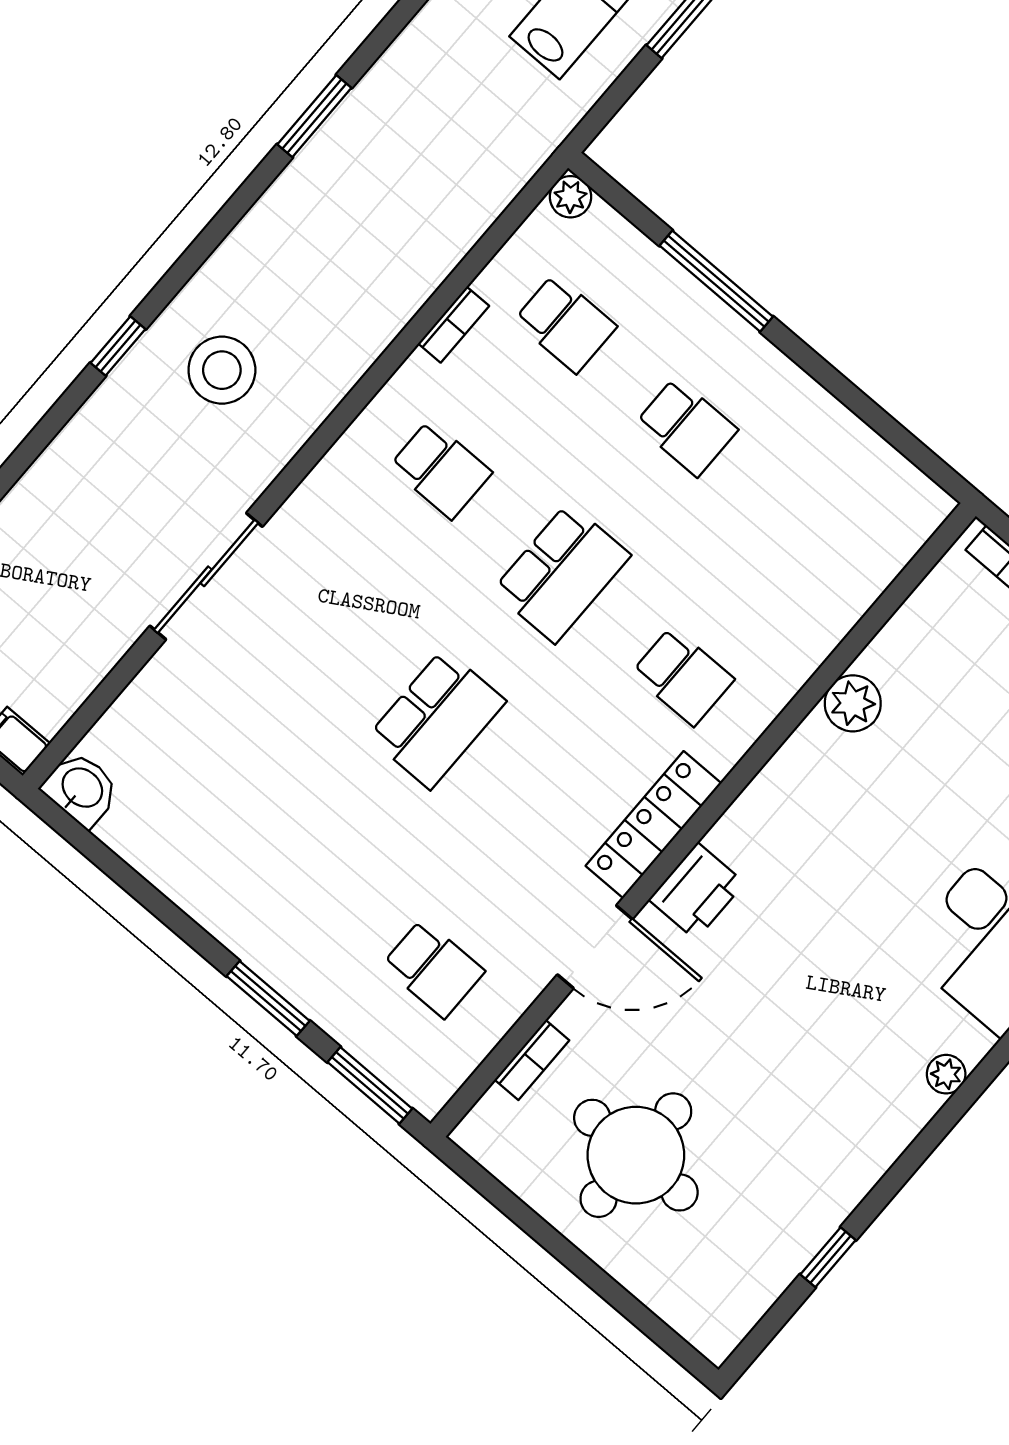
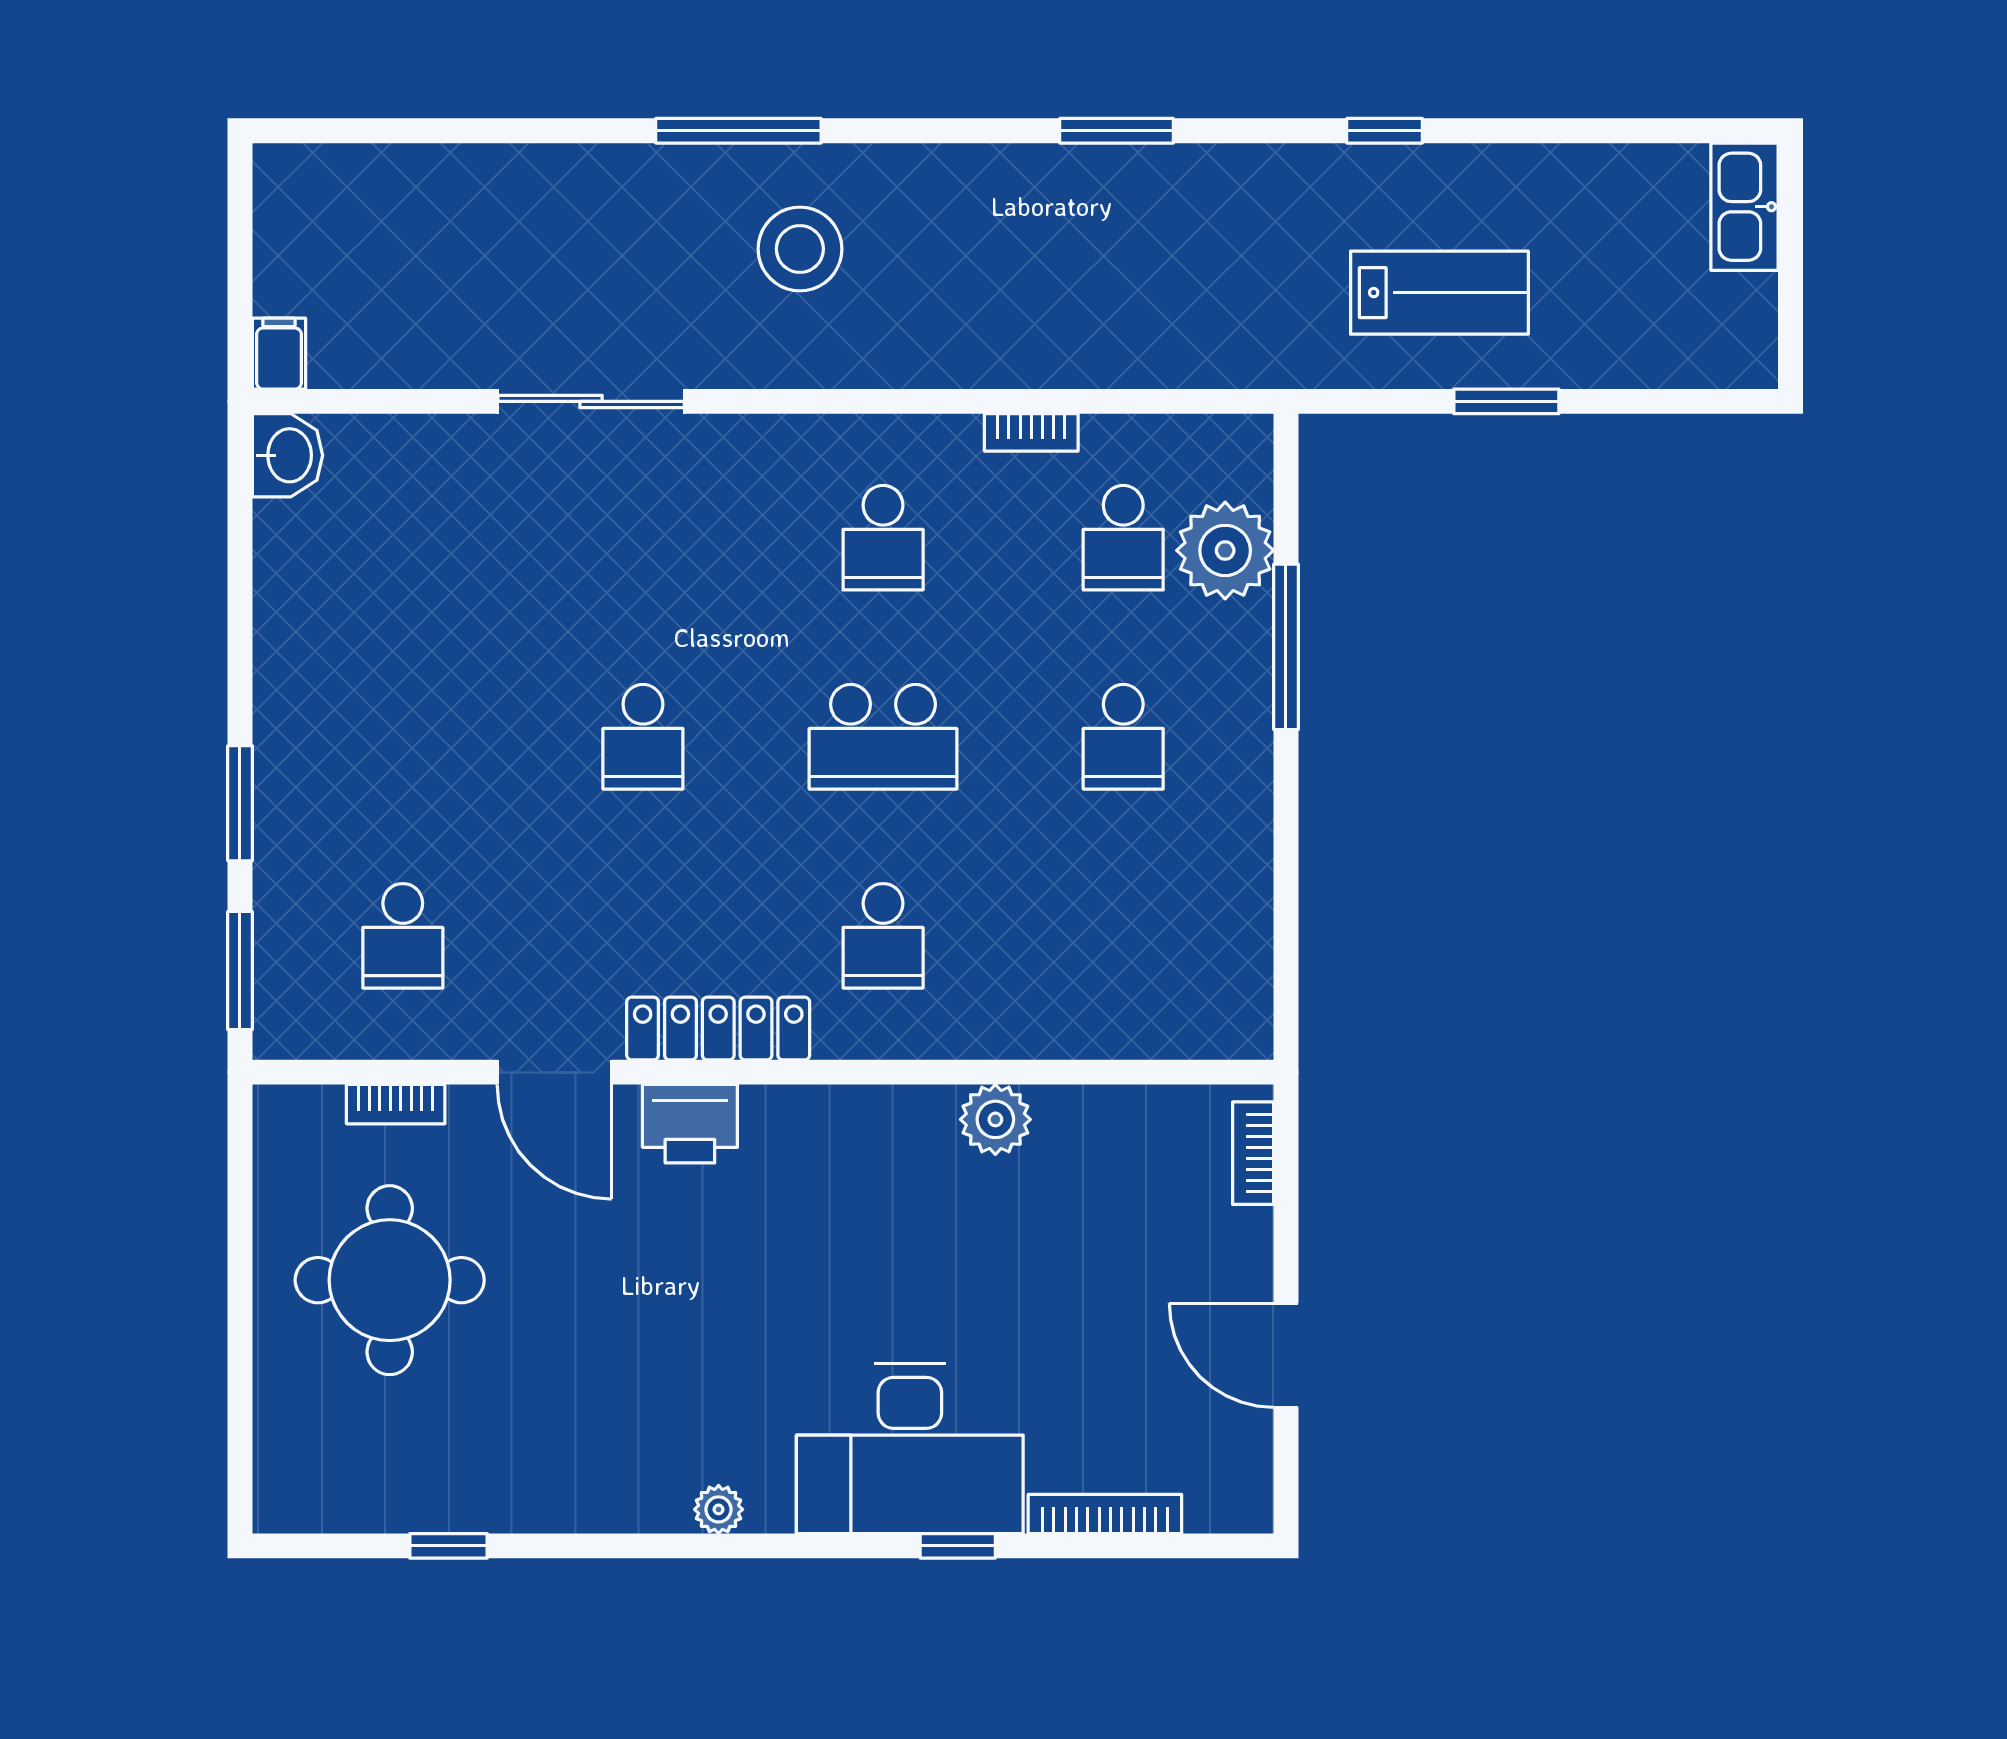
plant: (570, 197) -> (1225, 550), moved, width x1.88, depth x1.88
window: (118, 346) -> (738, 131), width x2.17
school desk: (437, 719) -> (643, 737), width x0.54

